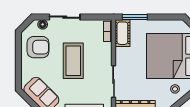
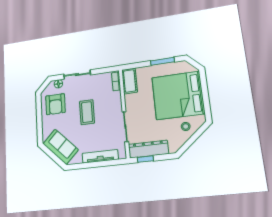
window: (135, 17) -> (162, 61), moved
armchair: (38, 47) -> (55, 104), turned 90
coffee table: (73, 61) -> (87, 112), width x0.73, depth x0.76

